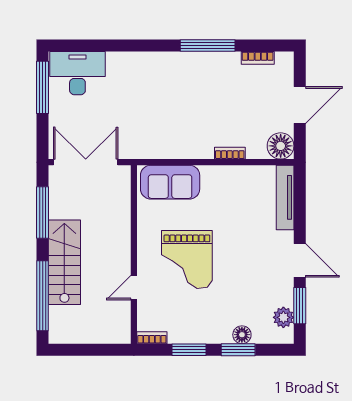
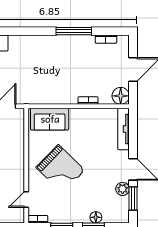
grand piano: (187, 259) -> (60, 169), turned -46
door: (134, 288) -> (26, 199), moved
plant: (283, 317) -> (123, 189), moved

